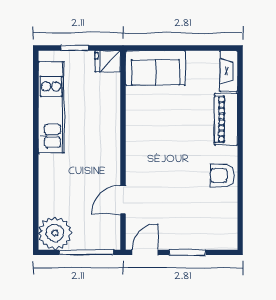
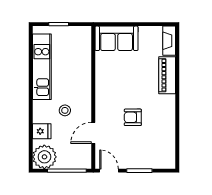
fridge: (108, 61) -> (42, 131), moved, turned 180
stool: (83, 168) -> (65, 110), added
armchair: (222, 175) -> (133, 117), moved
door: (145, 252) -> (109, 171), hinge flipped

